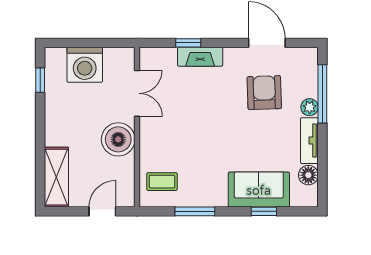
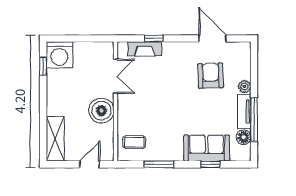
fireplace: (200, 57) -> (144, 49), moved
washing machine: (85, 65) -> (59, 55), moved
window: (322, 94) -> (254, 120), moved

